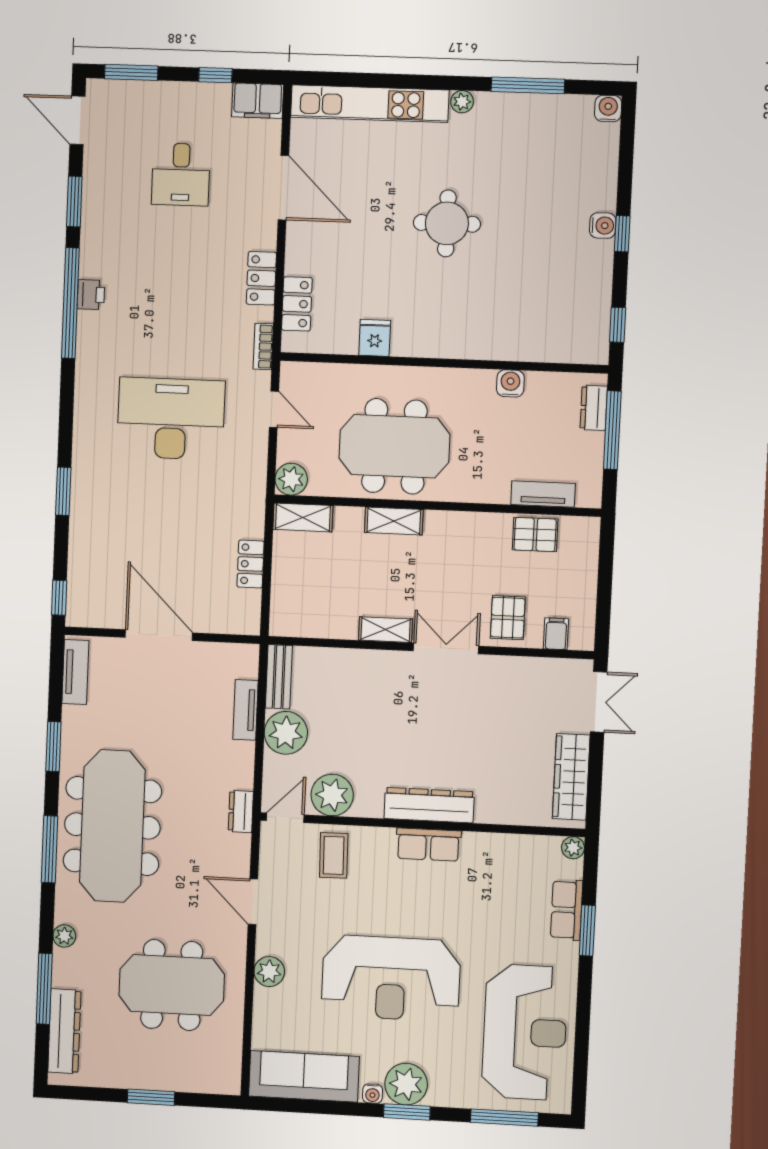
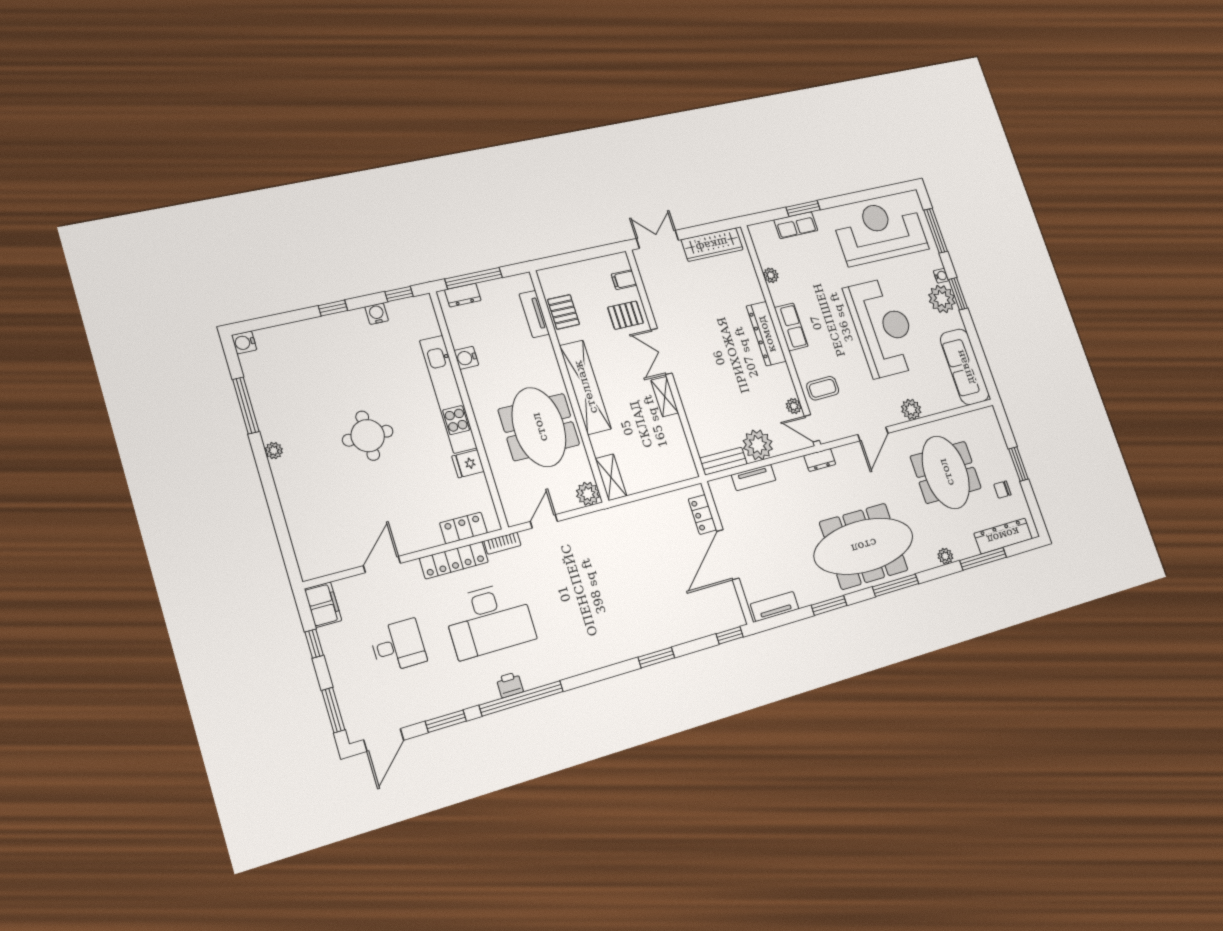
kitchen unit: (370, 104) -> (448, 394), moved, turned 180
door: (283, 188) -> (382, 565), width x0.73
water cooler: (603, 226) -> (377, 314), moved
locker: (261, 278) -> (454, 560), width x1.53
desk: (171, 419) -> (489, 620), moved, turned -90
shelving: (394, 521) -> (585, 387), width x2.20, depth x1.33
locker: (251, 564) -> (702, 515), moved, turned 90
plant: (332, 795) -> (794, 406), width x0.53, depth x0.53
plant: (573, 848) -> (771, 275), moved
chair: (125, 1058) -> (1002, 490), added
water cooler: (373, 1094) -> (941, 276), moved

